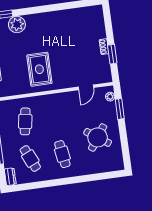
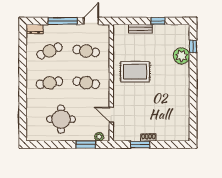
cafe table: (57, 117) -> (86, 83), added
round table: (98, 137) -> (61, 119), turned -35

